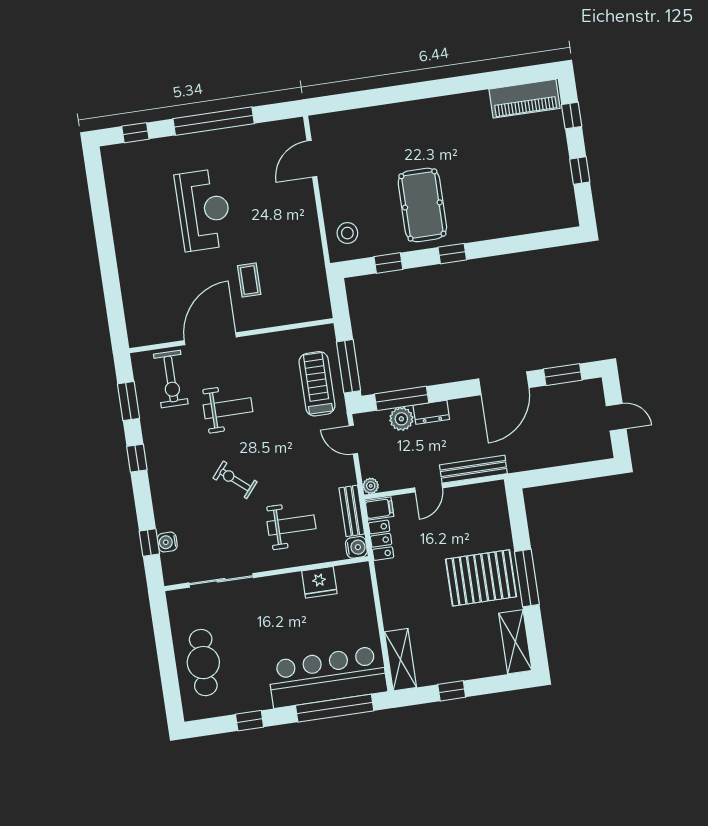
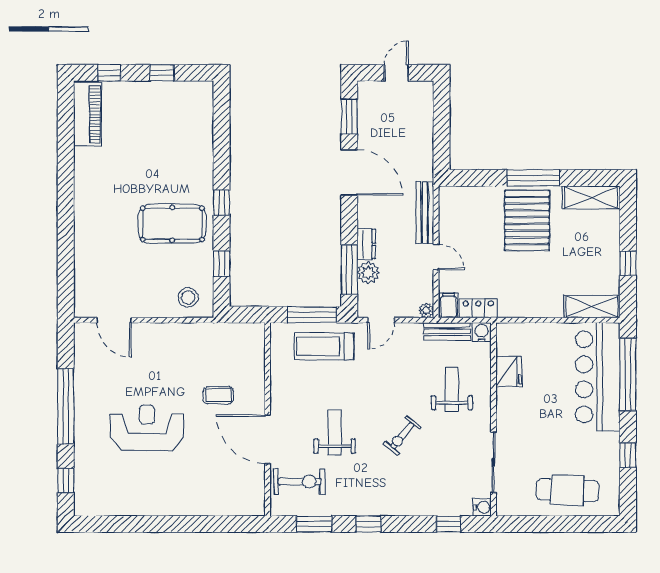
water cooler: (167, 542) -> (482, 507), moved, turned -90

